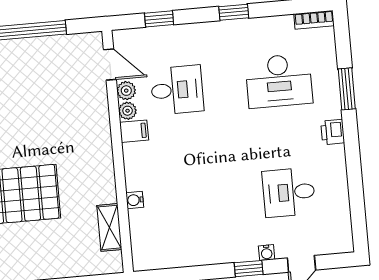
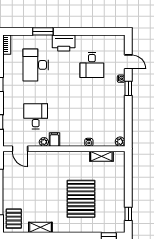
door: (110, 64) -> (20, 149), swing flipped
desk: (279, 81) -> (36, 65), turned 180
plant: (126, 91) -> (120, 142), moved
printer: (333, 132) -> (64, 43), width x1.87, depth x1.48

